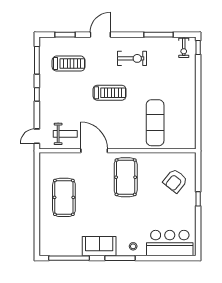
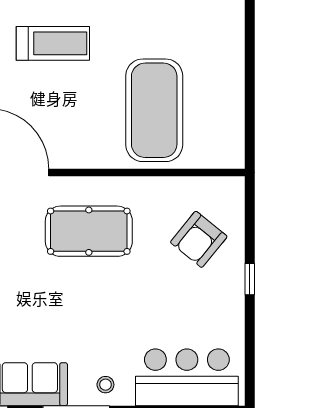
exercise mat: (155, 123) -> (154, 110), width x1.47
pool table: (126, 177) -> (89, 231), turned 90

